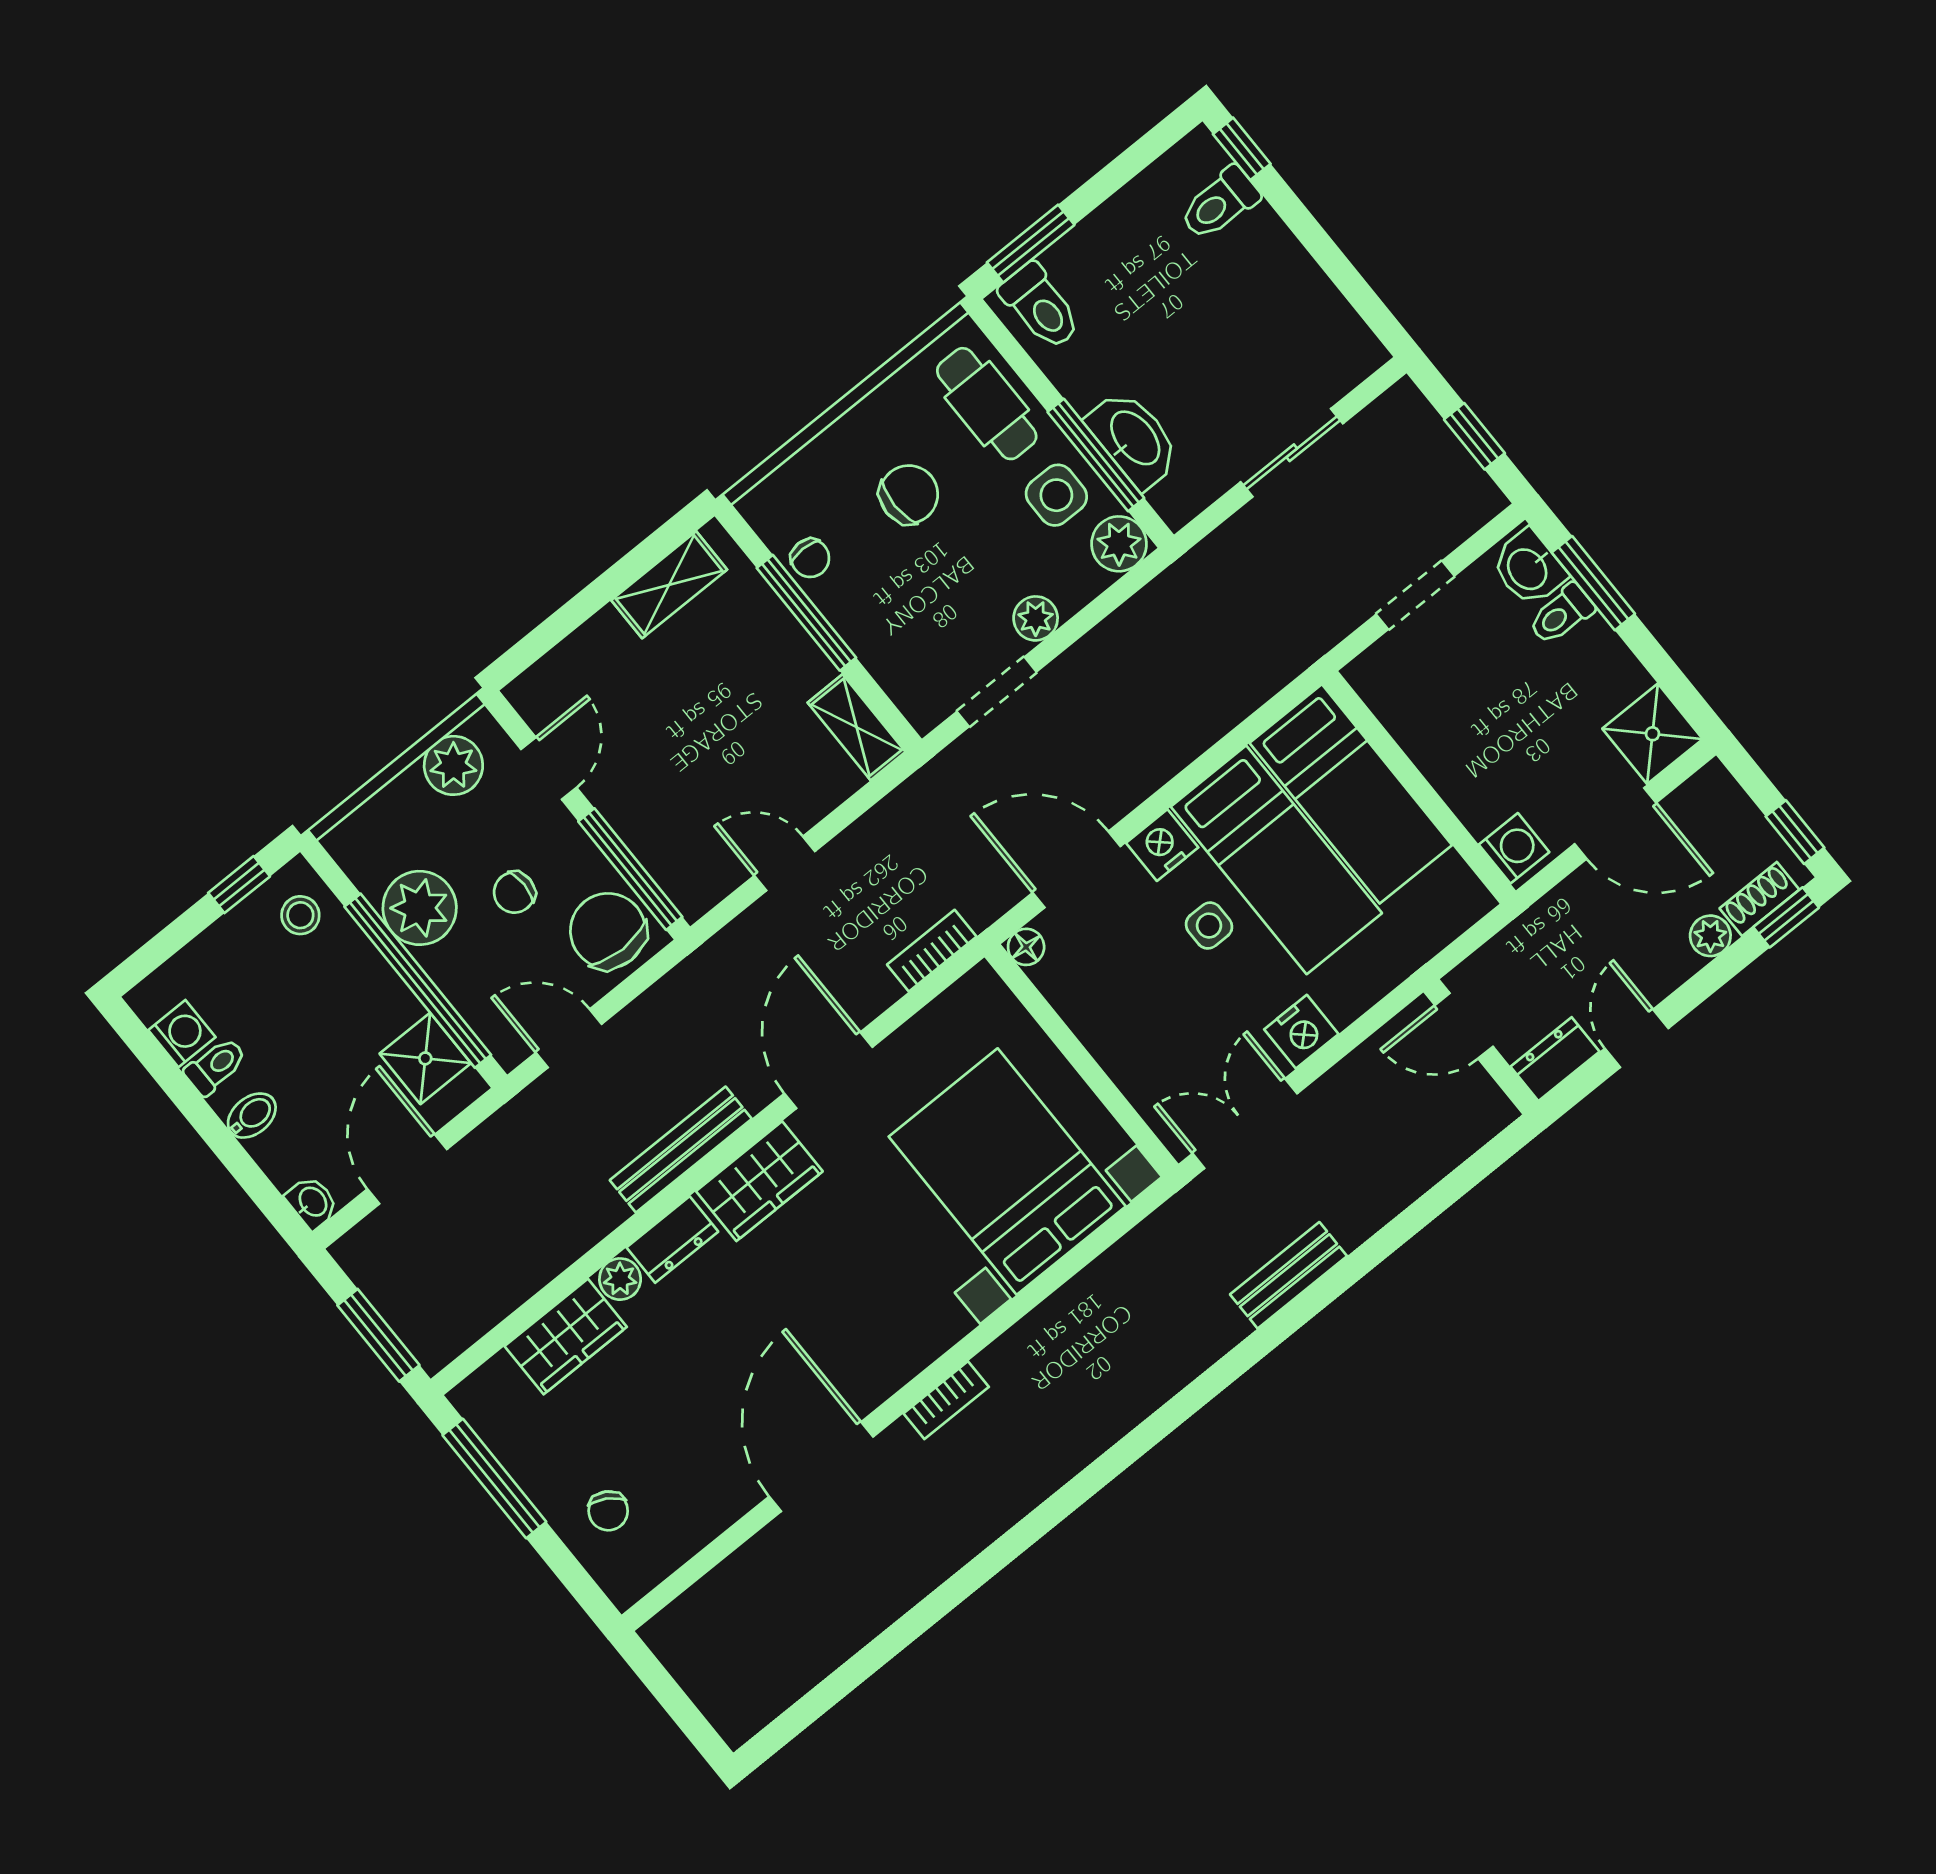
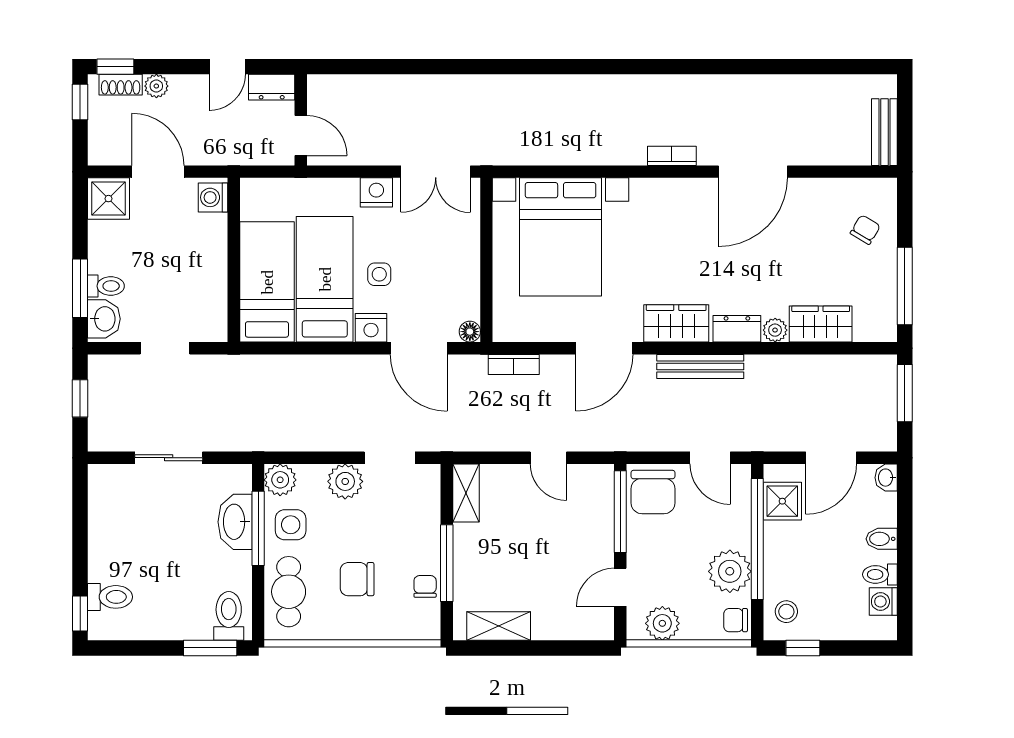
plant: (1036, 618) -> (345, 481), width x1.38, depth x1.38
chair: (514, 892) -> (736, 620), moved, turned 180
bench: (1288, 1275) -> (884, 132), moved, turned 90

